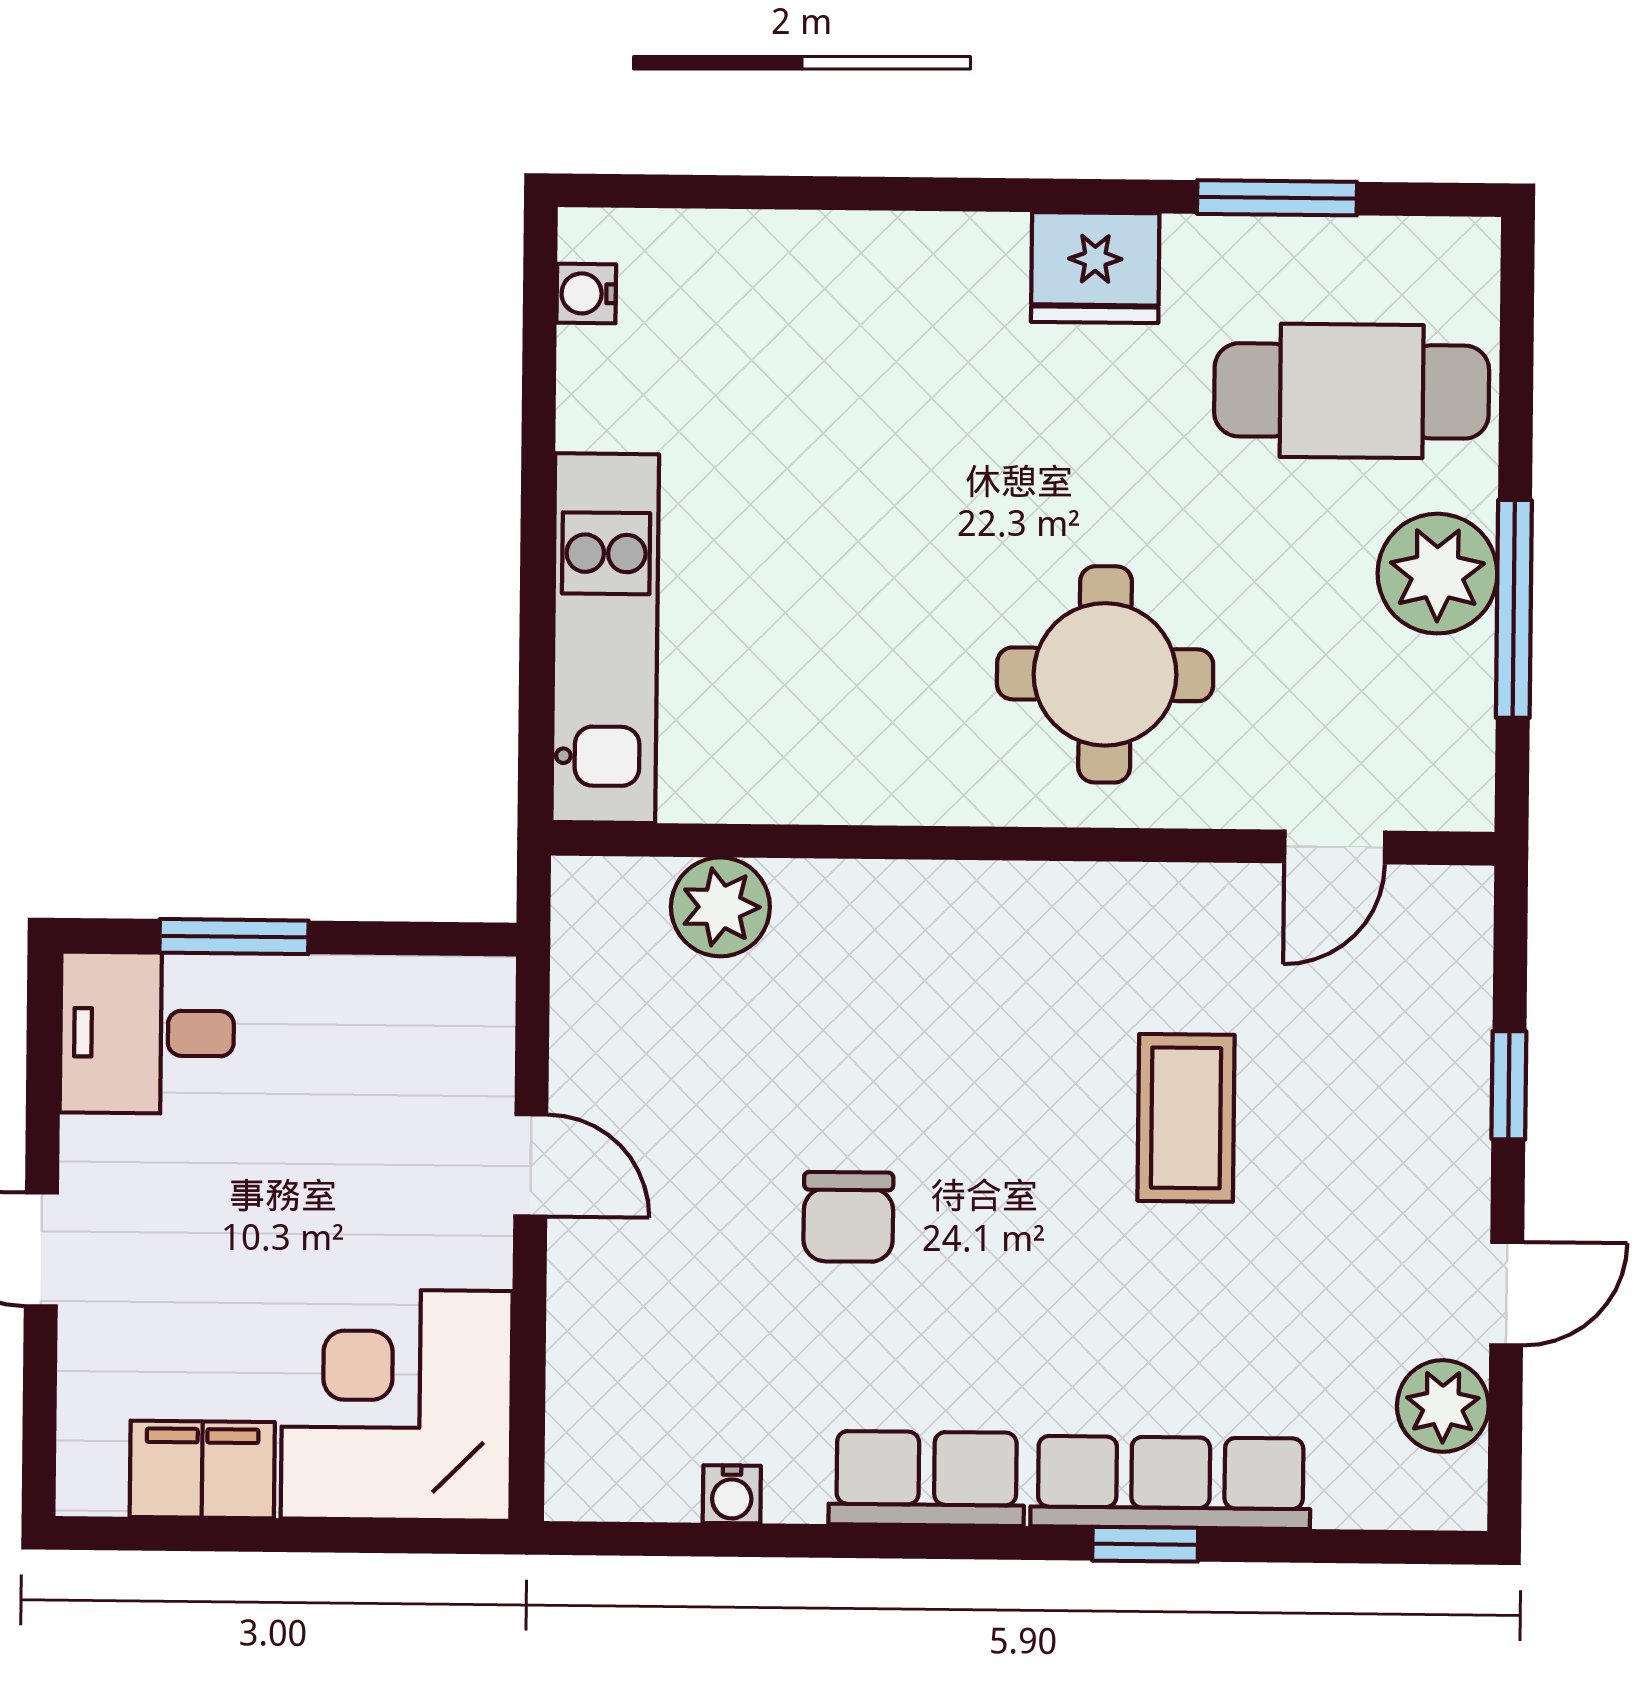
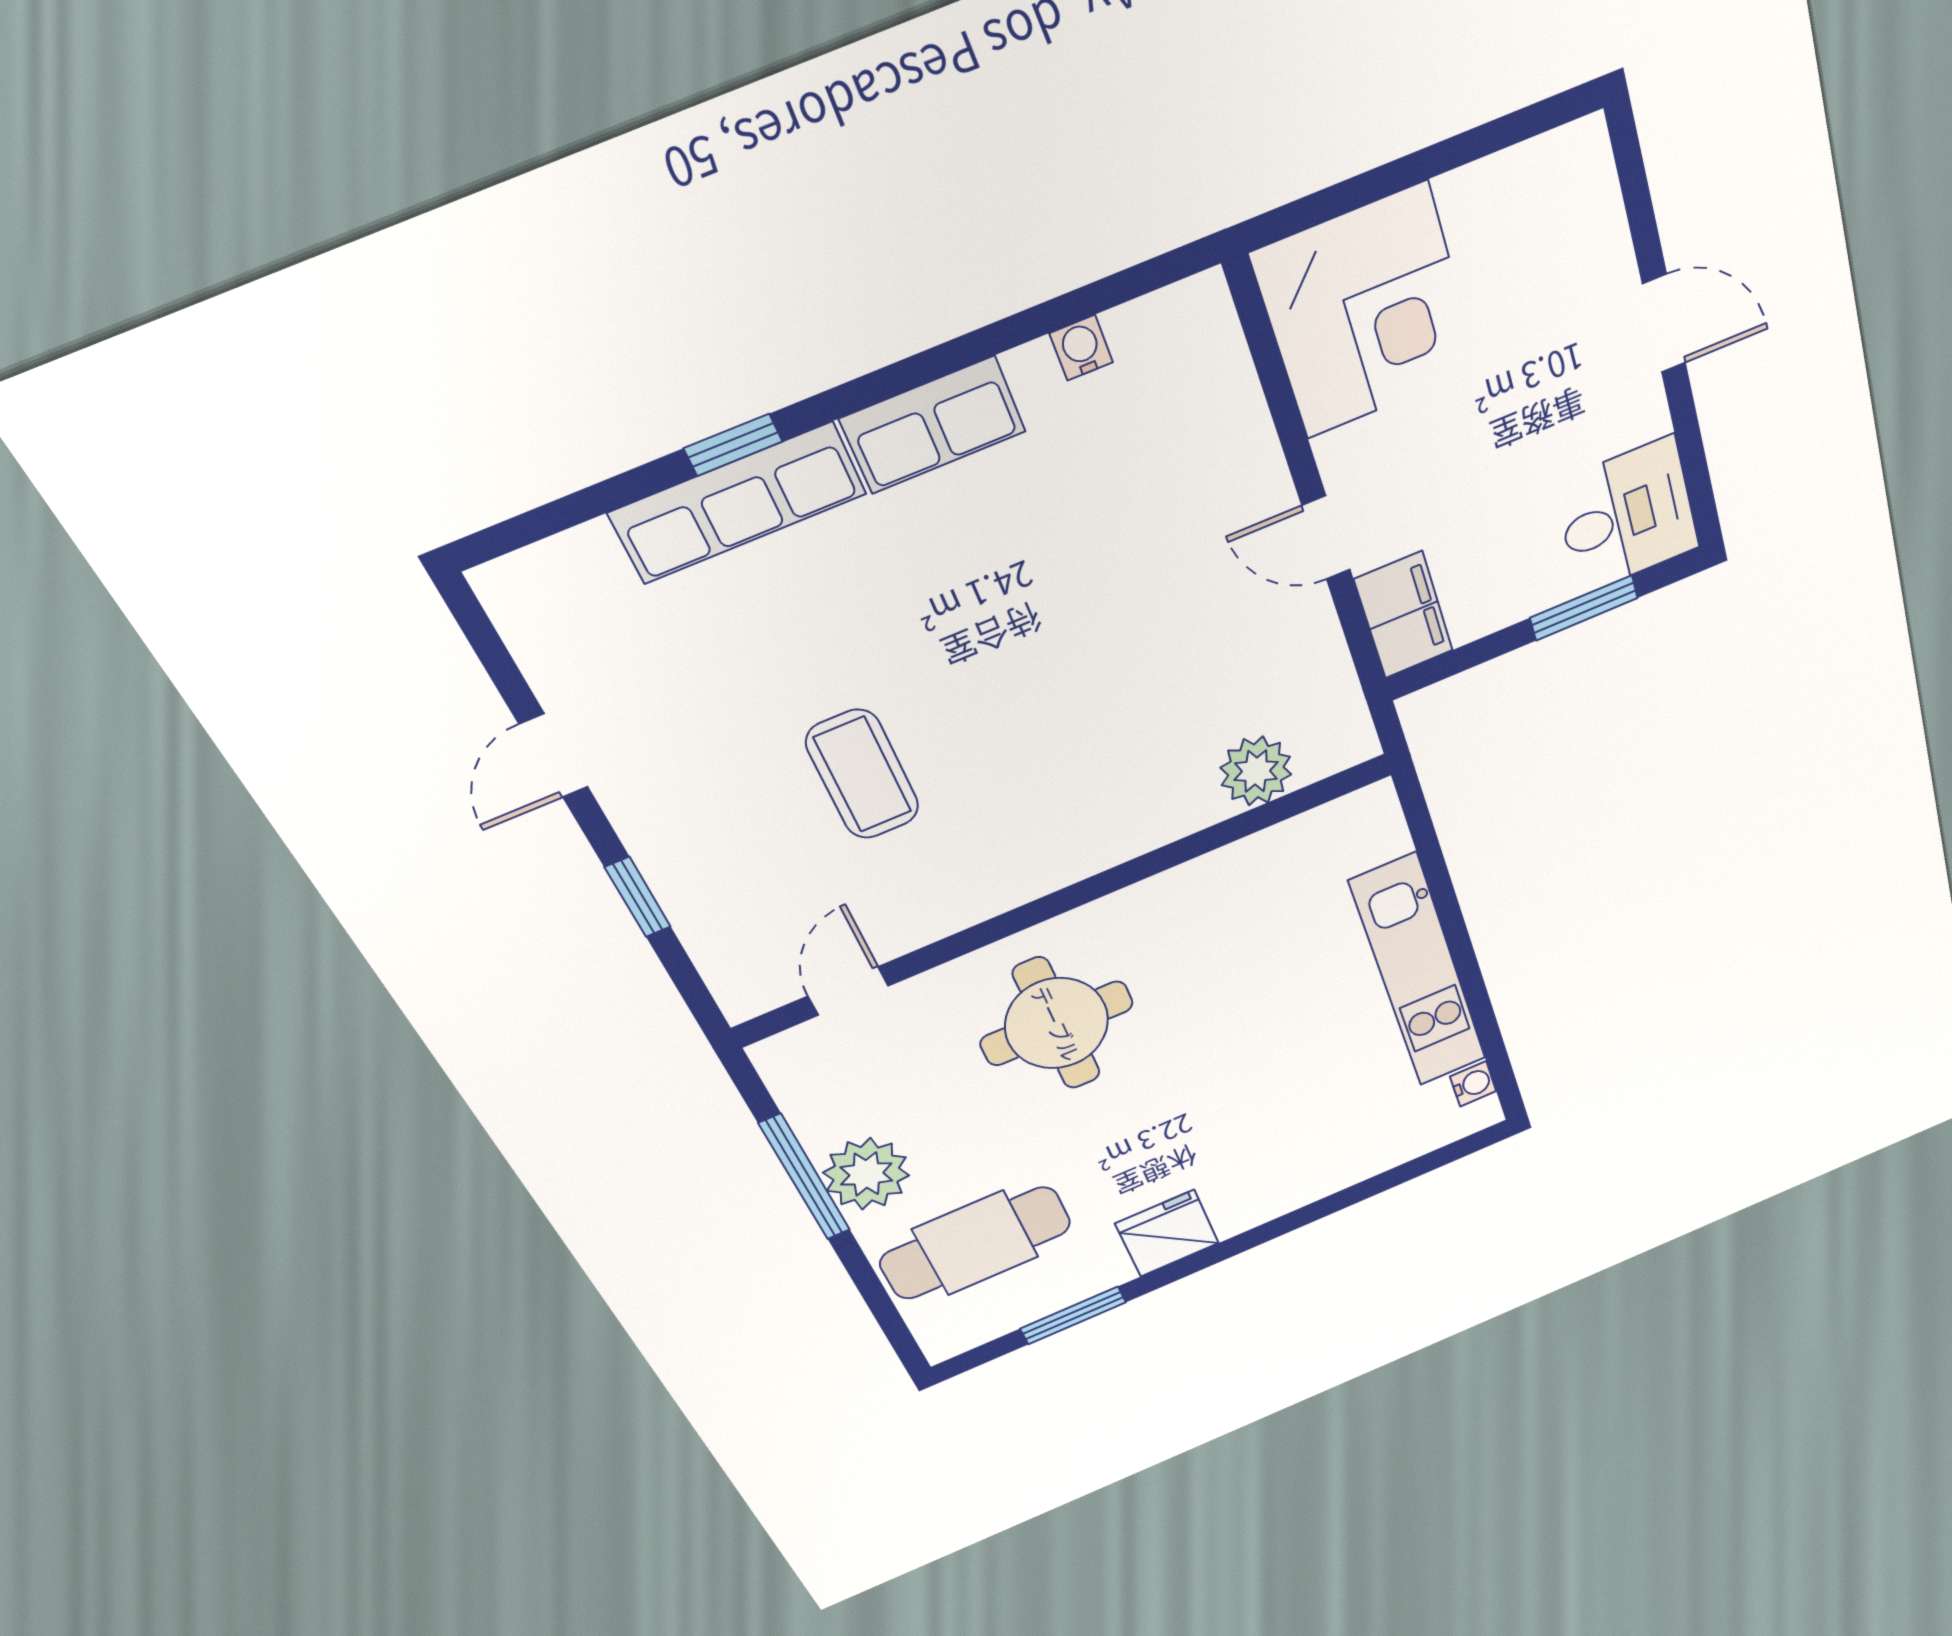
kitchen unit: (605, 638) -> (1419, 972), moved
chair: (848, 1217) -> (1079, 600), removed
plant: (1443, 1406) -> (554, 653), removed
filing cabinet: (202, 1469) -> (1404, 615), moved, turned -90

